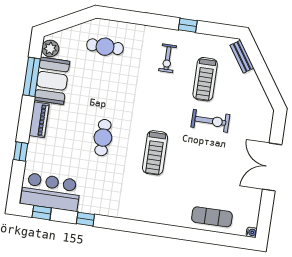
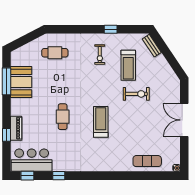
plant: (50, 48) -> (17, 60), removed
piano: (39, 120) -> (16, 128), moved
treadmill: (155, 153) -> (101, 122), turned 180

